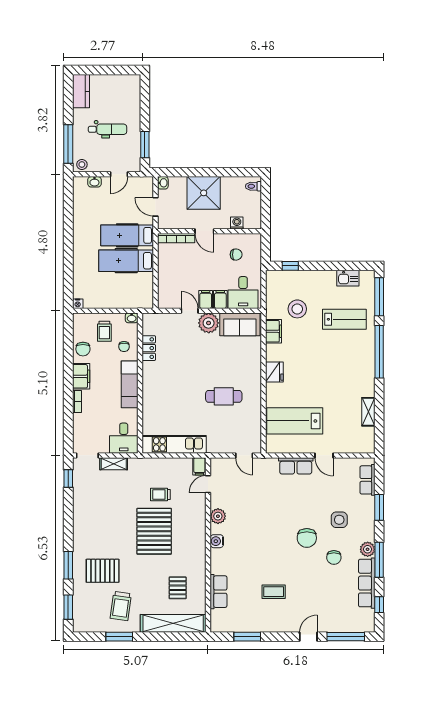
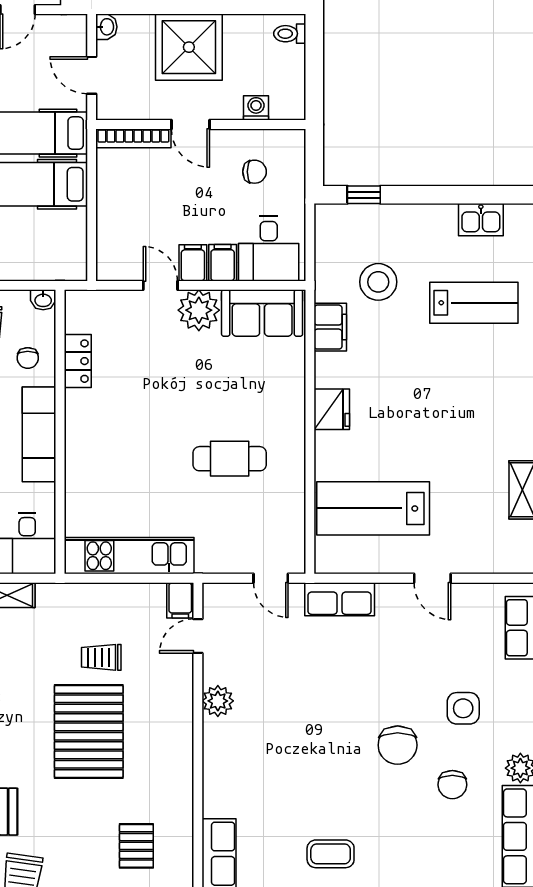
row of seats: (296, 466) -> (340, 599), moved
water cooler: (217, 541) -> (216, 752), removed

